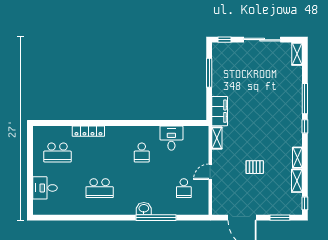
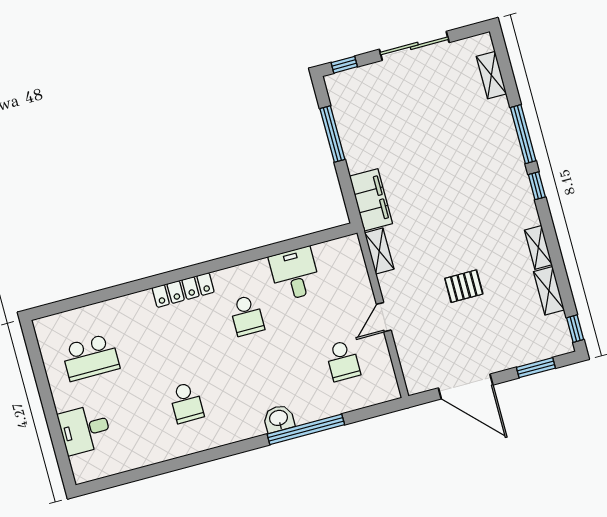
shelving: (297, 54) -> (491, 75), moved
locker: (88, 131) -> (183, 290), moved
school desk: (100, 188) -> (186, 403), width x0.54

